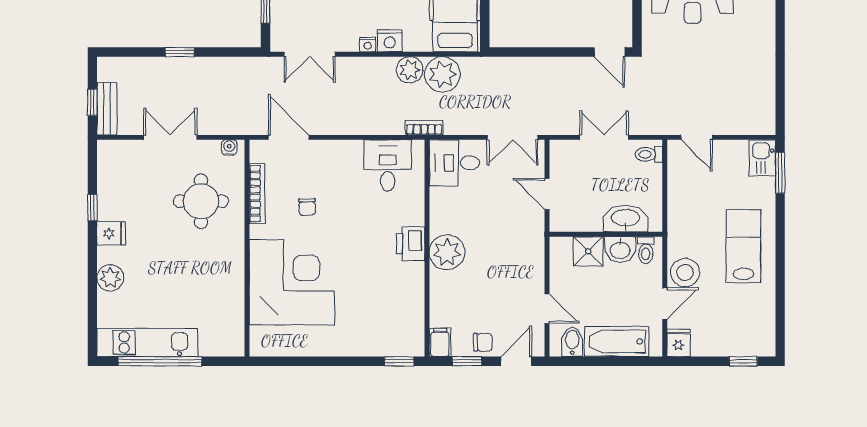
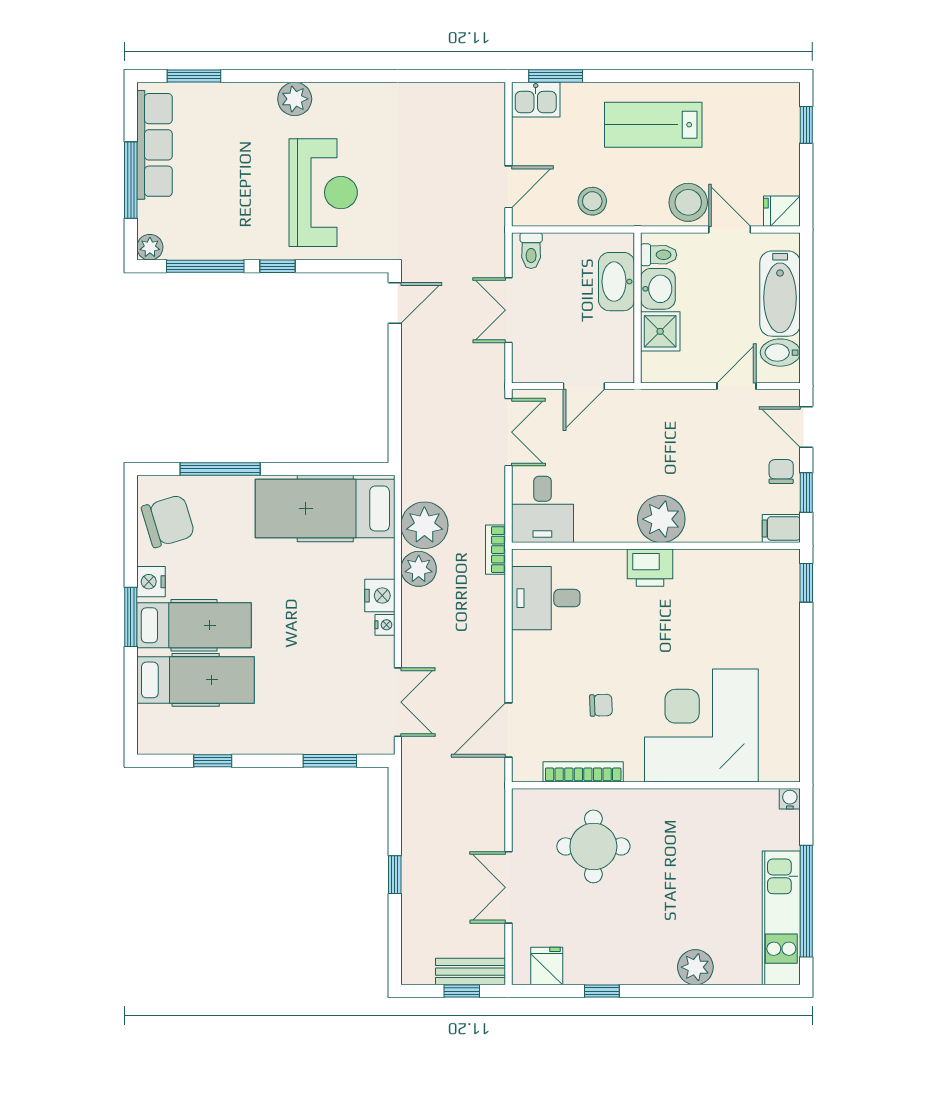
water cooler: (229, 147) -> (790, 799), moved, turned 90
stool: (686, 200) -> (592, 201), added
fridge: (111, 233) -> (547, 966), moved

